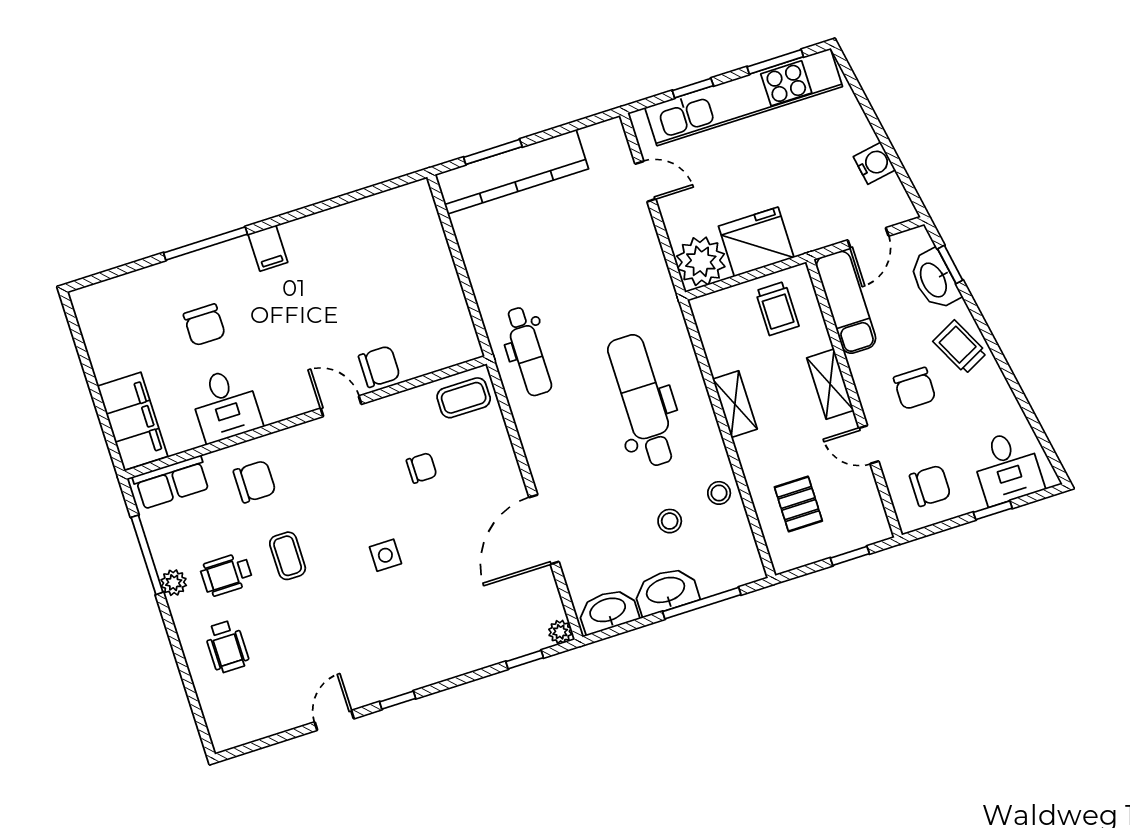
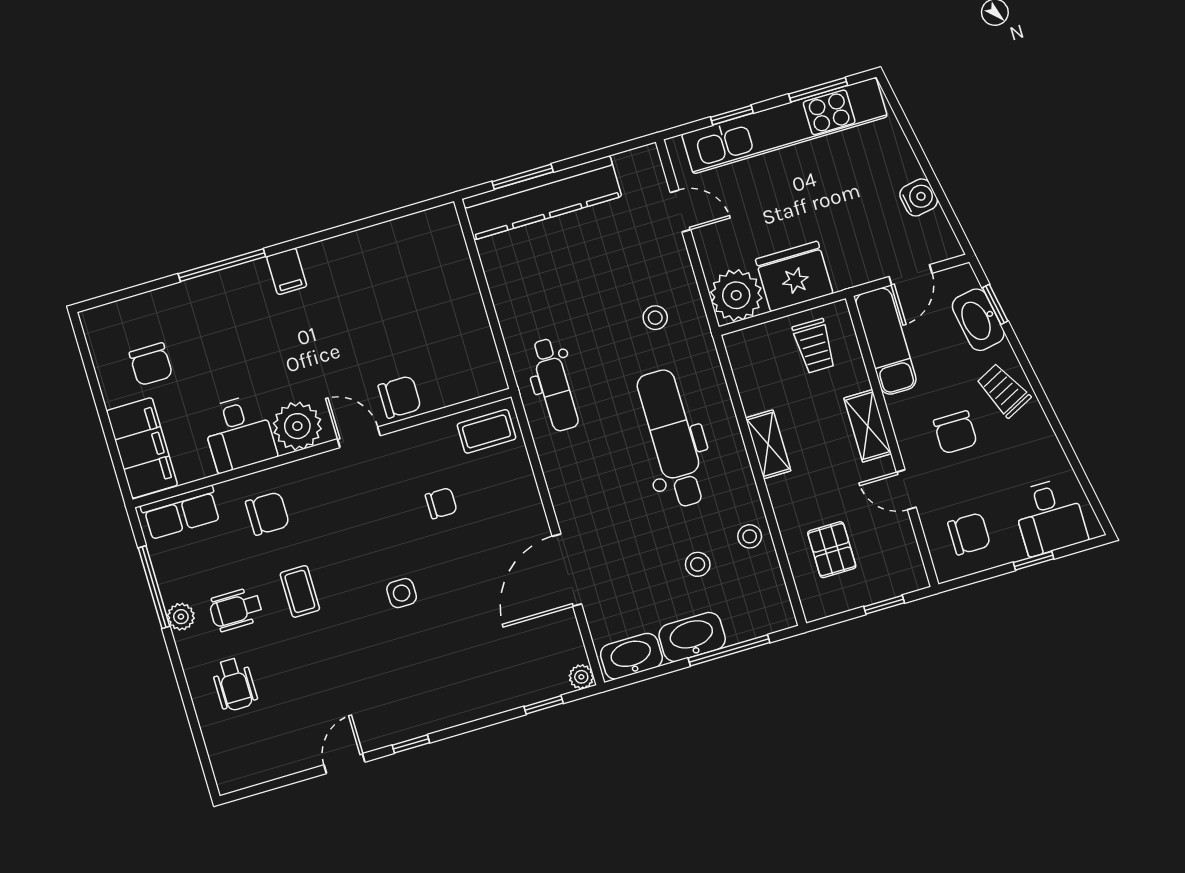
stool: (623, 285) -> (655, 318), added
chair: (204, 325) -> (151, 364), moved
plant: (282, 397) -> (297, 426), added

